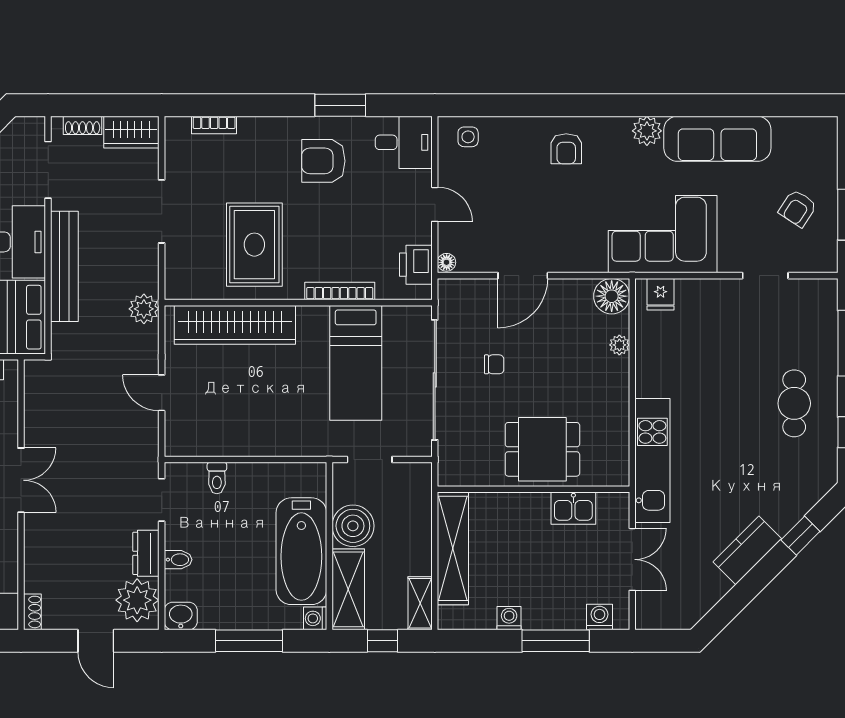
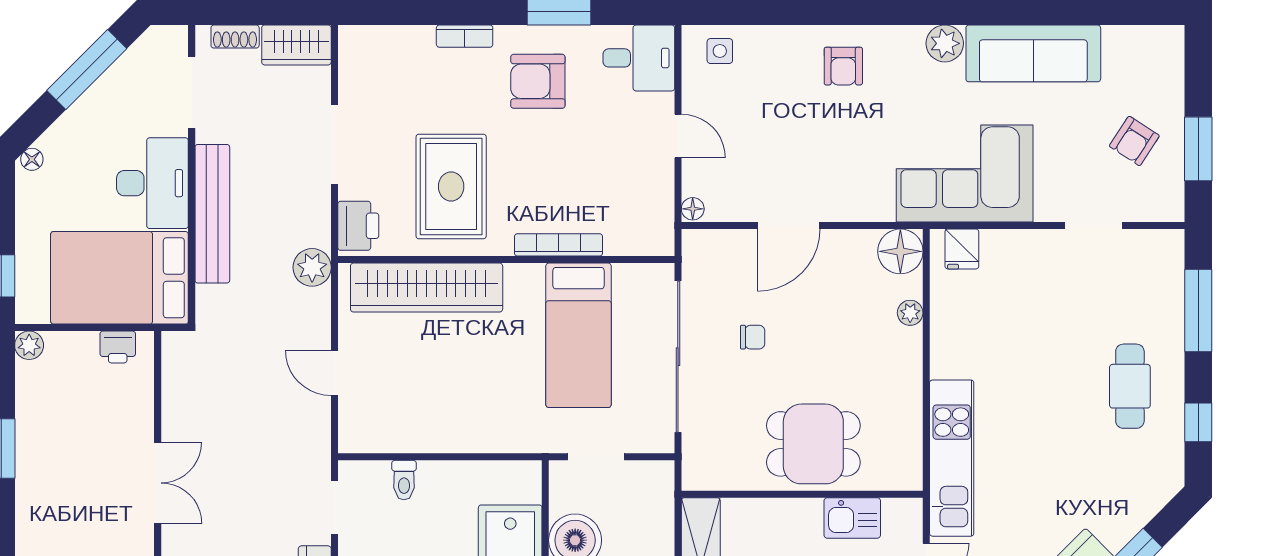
bookcase: (214, 125) -> (465, 36), moved
printer: (416, 265) -> (358, 226), moved, turned 180

